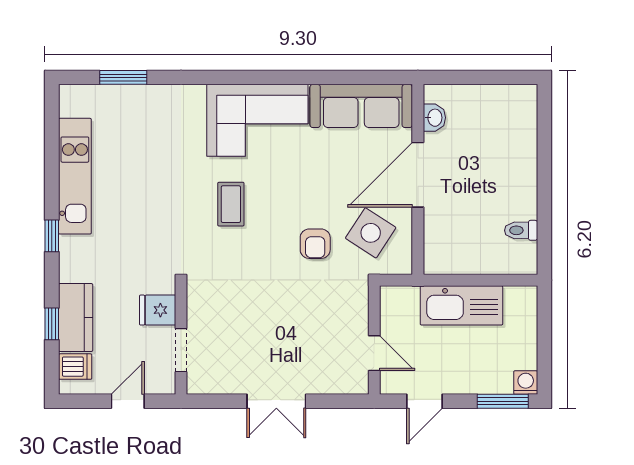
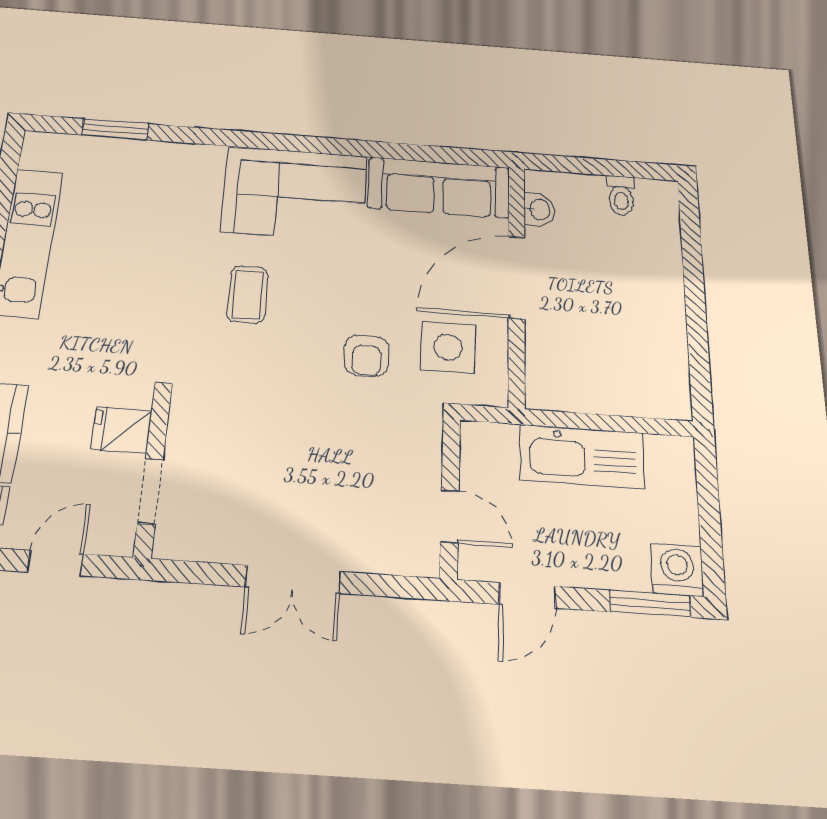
toilet: (521, 230) -> (621, 196), moved, turned -90
side table: (371, 233) -> (448, 347), turned -33
washing machine: (526, 383) -> (677, 570), width x1.38, depth x1.38

